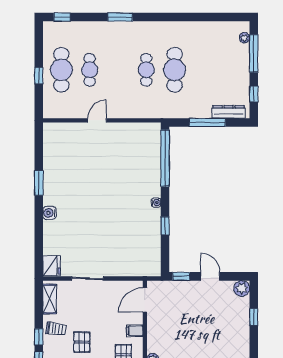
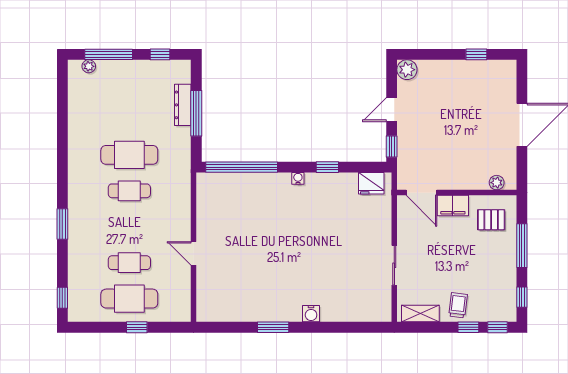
dresser: (229, 112) -> (183, 105), moved
fridge: (52, 266) -> (371, 183), moved, turned 180
window: (254, 317) -> (476, 54), moved
filing cabinet: (135, 331) -> (453, 206), width x2.00
pallet: (82, 342) -> (475, 273), removed

